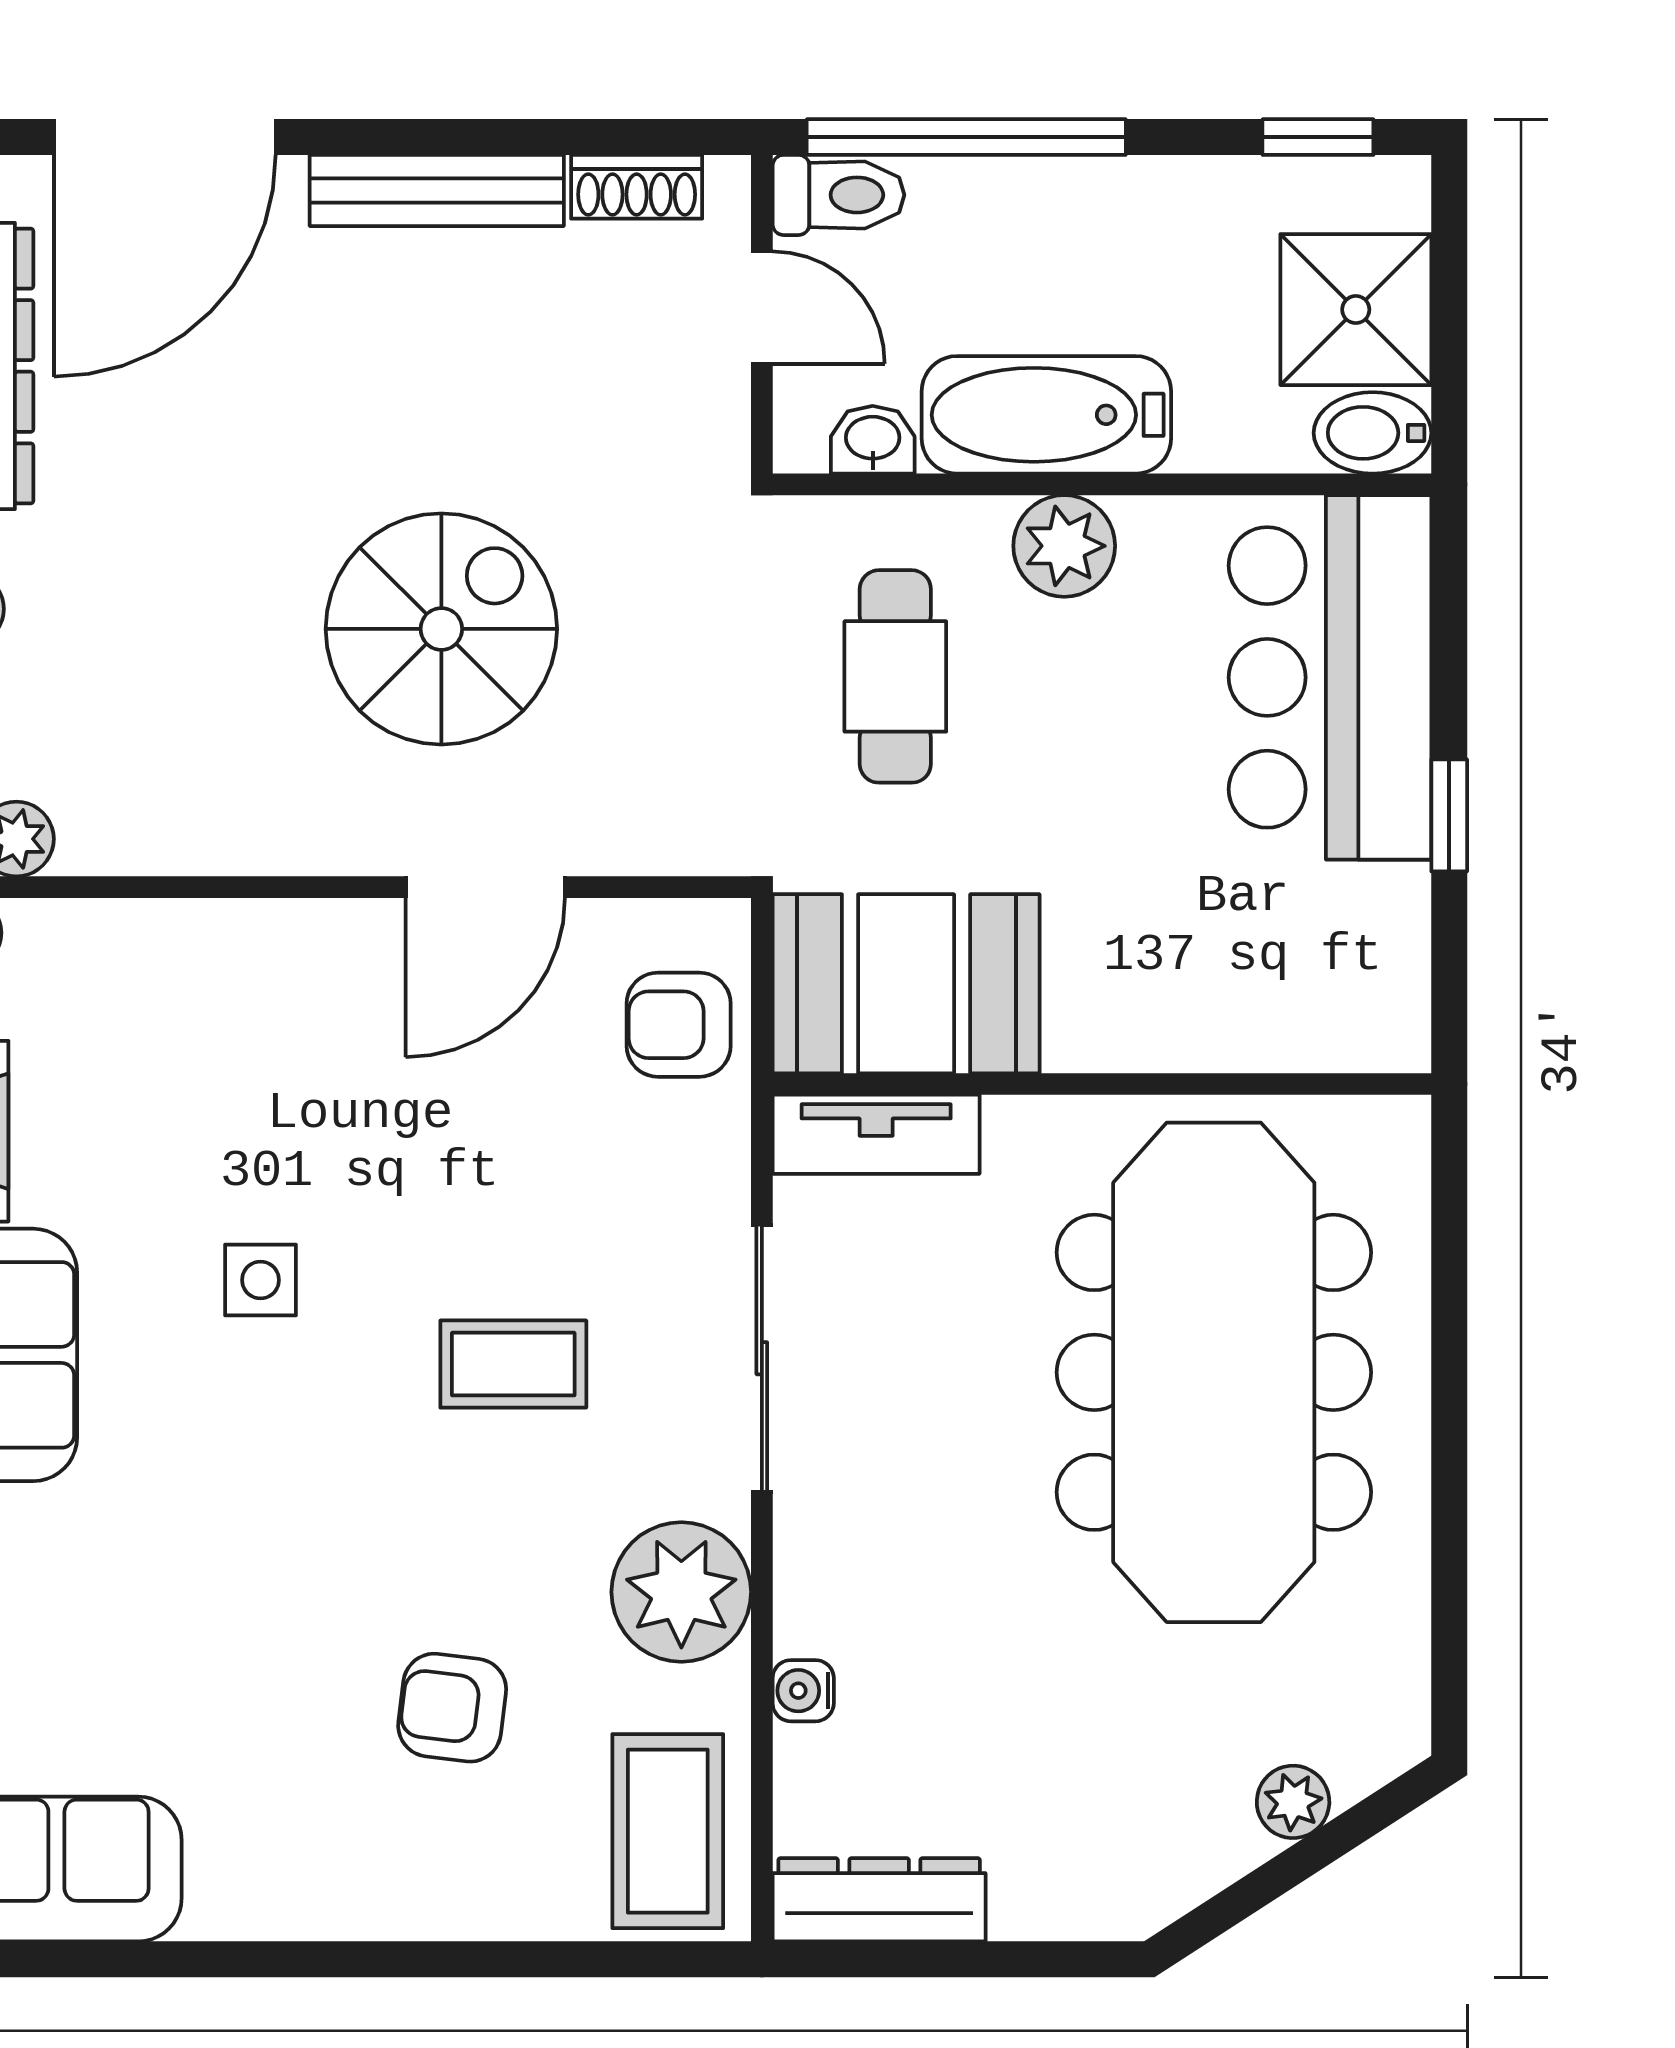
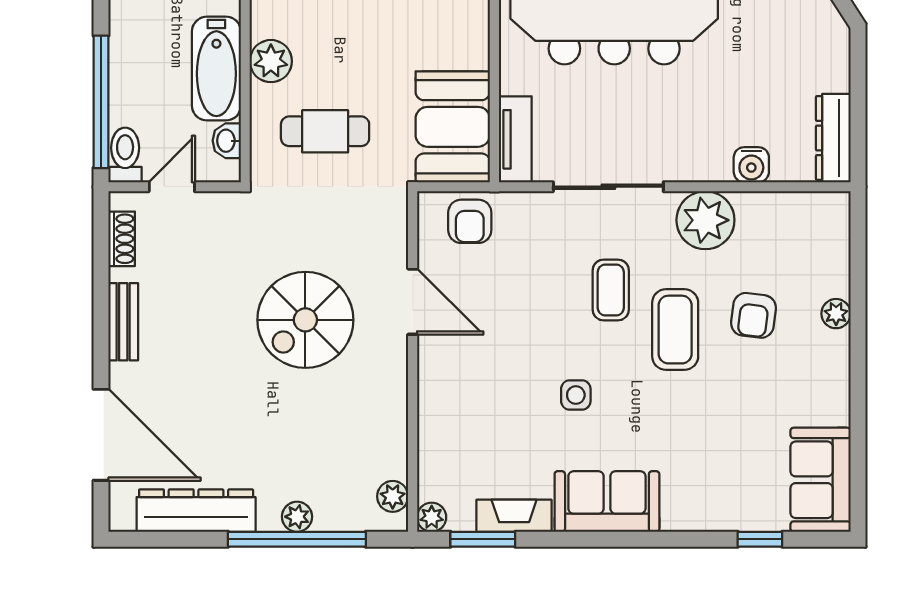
bench: (437, 191) -> (123, 322), width x0.73
spiral stairs: (441, 629) -> (305, 320), turned -90
water cooler: (803, 1691) -> (751, 165), width x1.38, depth x1.38
coffee table: (668, 1831) -> (675, 330), moved, turned 90
plant: (456, 1906) -> (836, 314), added

